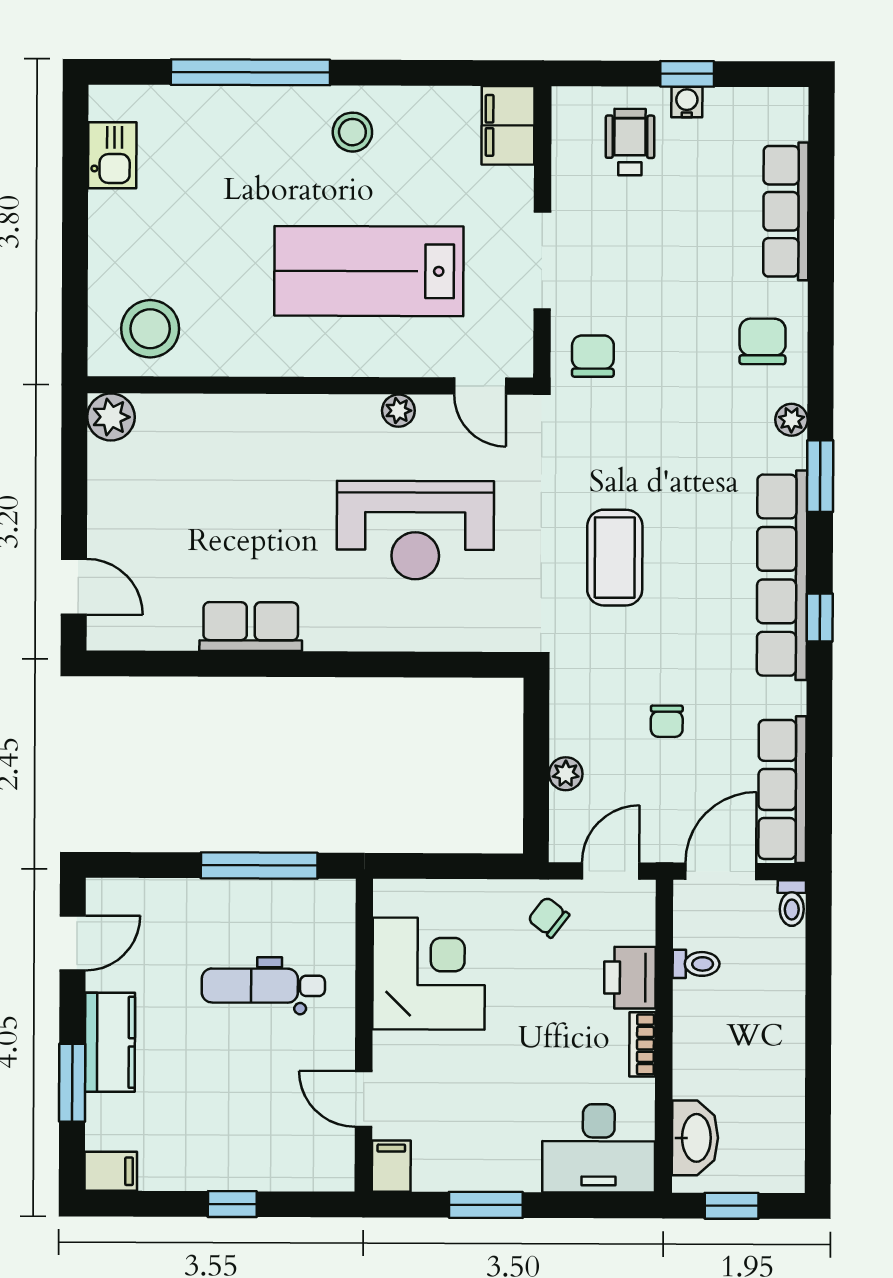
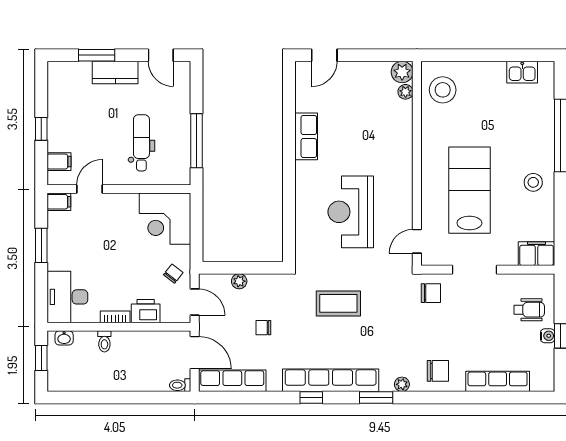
plant: (398, 411) -> (406, 92), moved
toilet: (696, 964) -> (104, 341), moved
corner desk: (429, 974) -> (165, 219), moved, turned 90
washbasin: (695, 1138) -> (64, 338), width x0.52, depth x0.69
filing cabinet: (111, 1171) -> (59, 162), moved, turned -90

